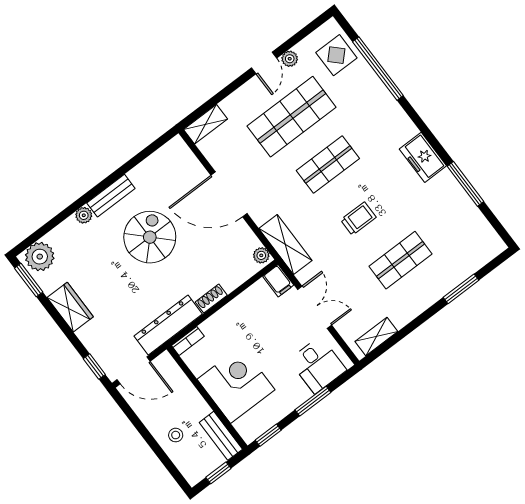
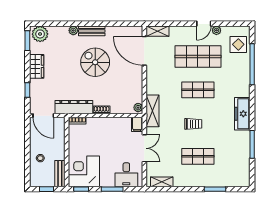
freezer: (423, 157) -> (242, 114), width x1.40
door: (229, 194) -> (144, 51), moved
spiral stairs: (150, 237) -> (95, 62), turned -90
window: (94, 367) -> (27, 90), moved
corner desk: (236, 384) -> (84, 171), moved, turned -90

